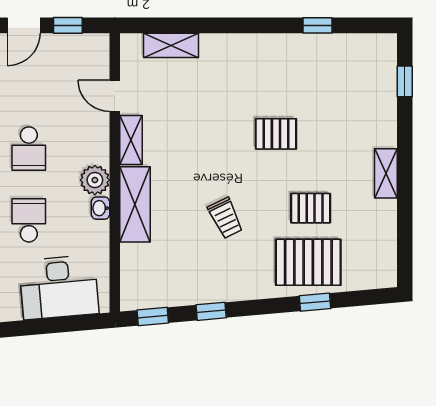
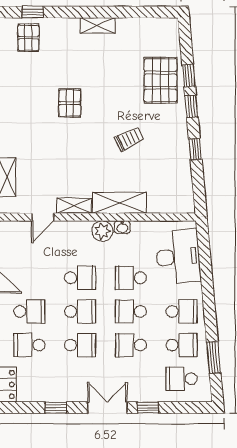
pallet: (311, 208) -> (28, 38), moved
window: (153, 317) -> (191, 106), moved

